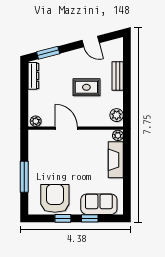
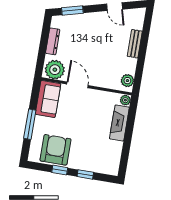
dresser: (33, 76) -> (53, 41), moved
rug: (86, 87) -> (103, 49), removed
plant: (36, 121) -> (55, 70), width x1.87, depth x1.87
sofa: (99, 204) -> (48, 99), moved, turned 90

